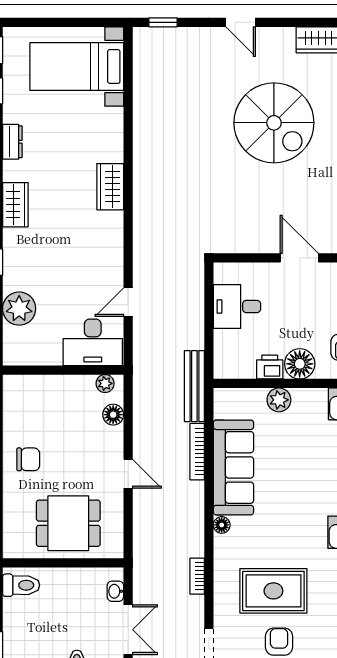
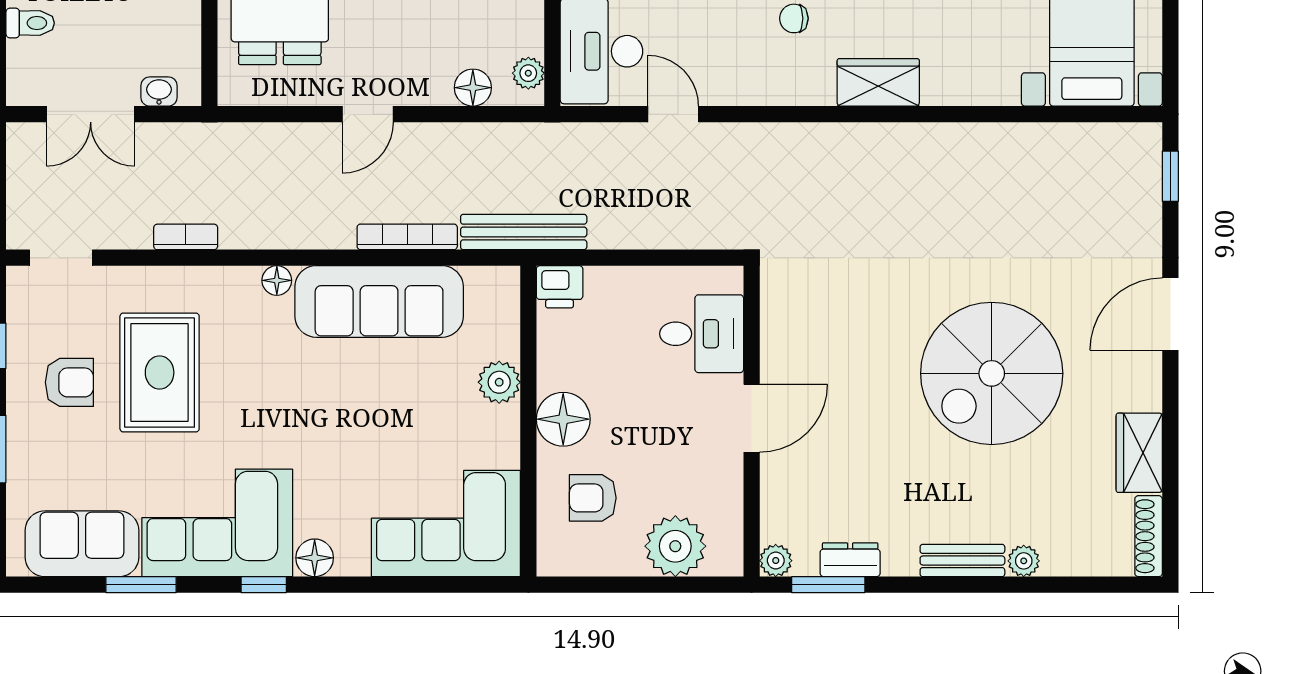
door: (241, 22) -> (1170, 314), width x1.38
chair: (74, 234) -> (794, 18), added
desk: (237, 307) -> (702, 334), moved, turned 90
printer: (270, 367) -> (560, 287), moved, turned 90

